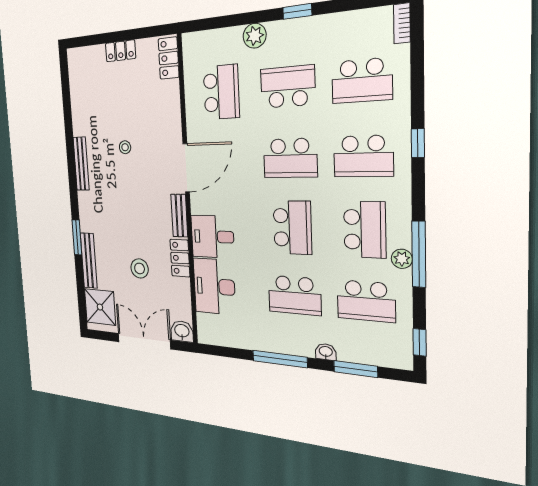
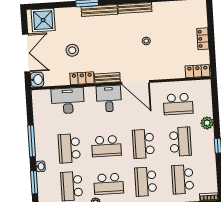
desk: (212, 237) -> (109, 99), moved
bench: (89, 261) -> (99, 10), moved

